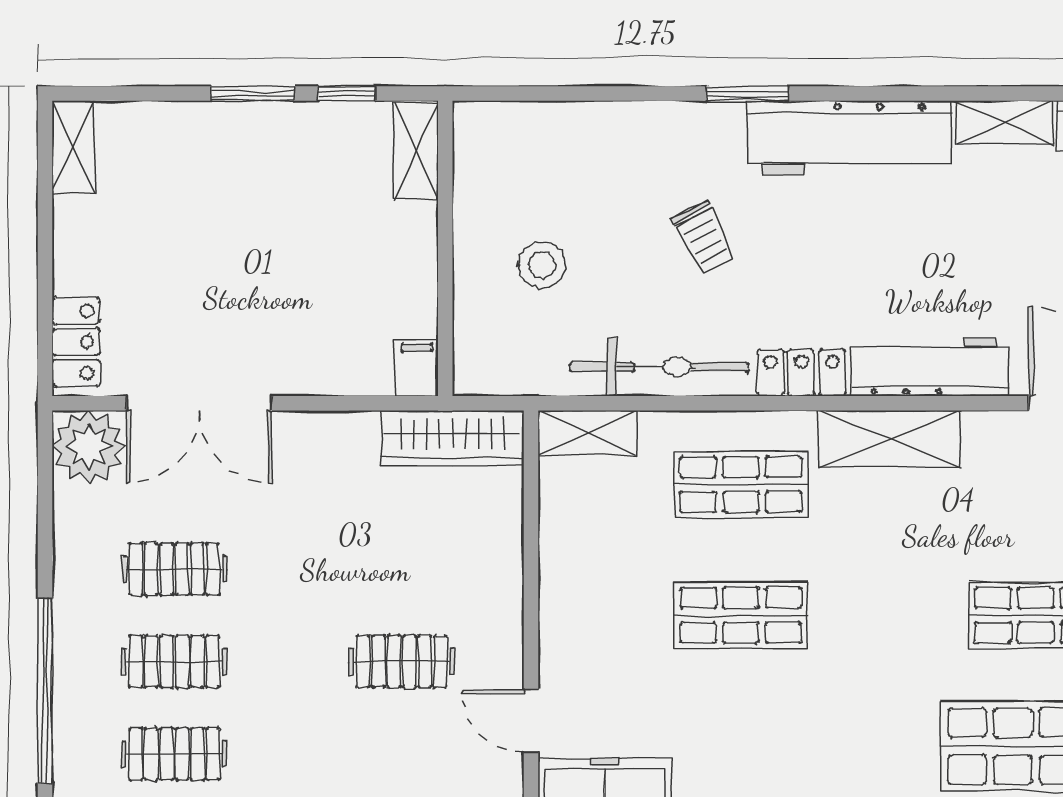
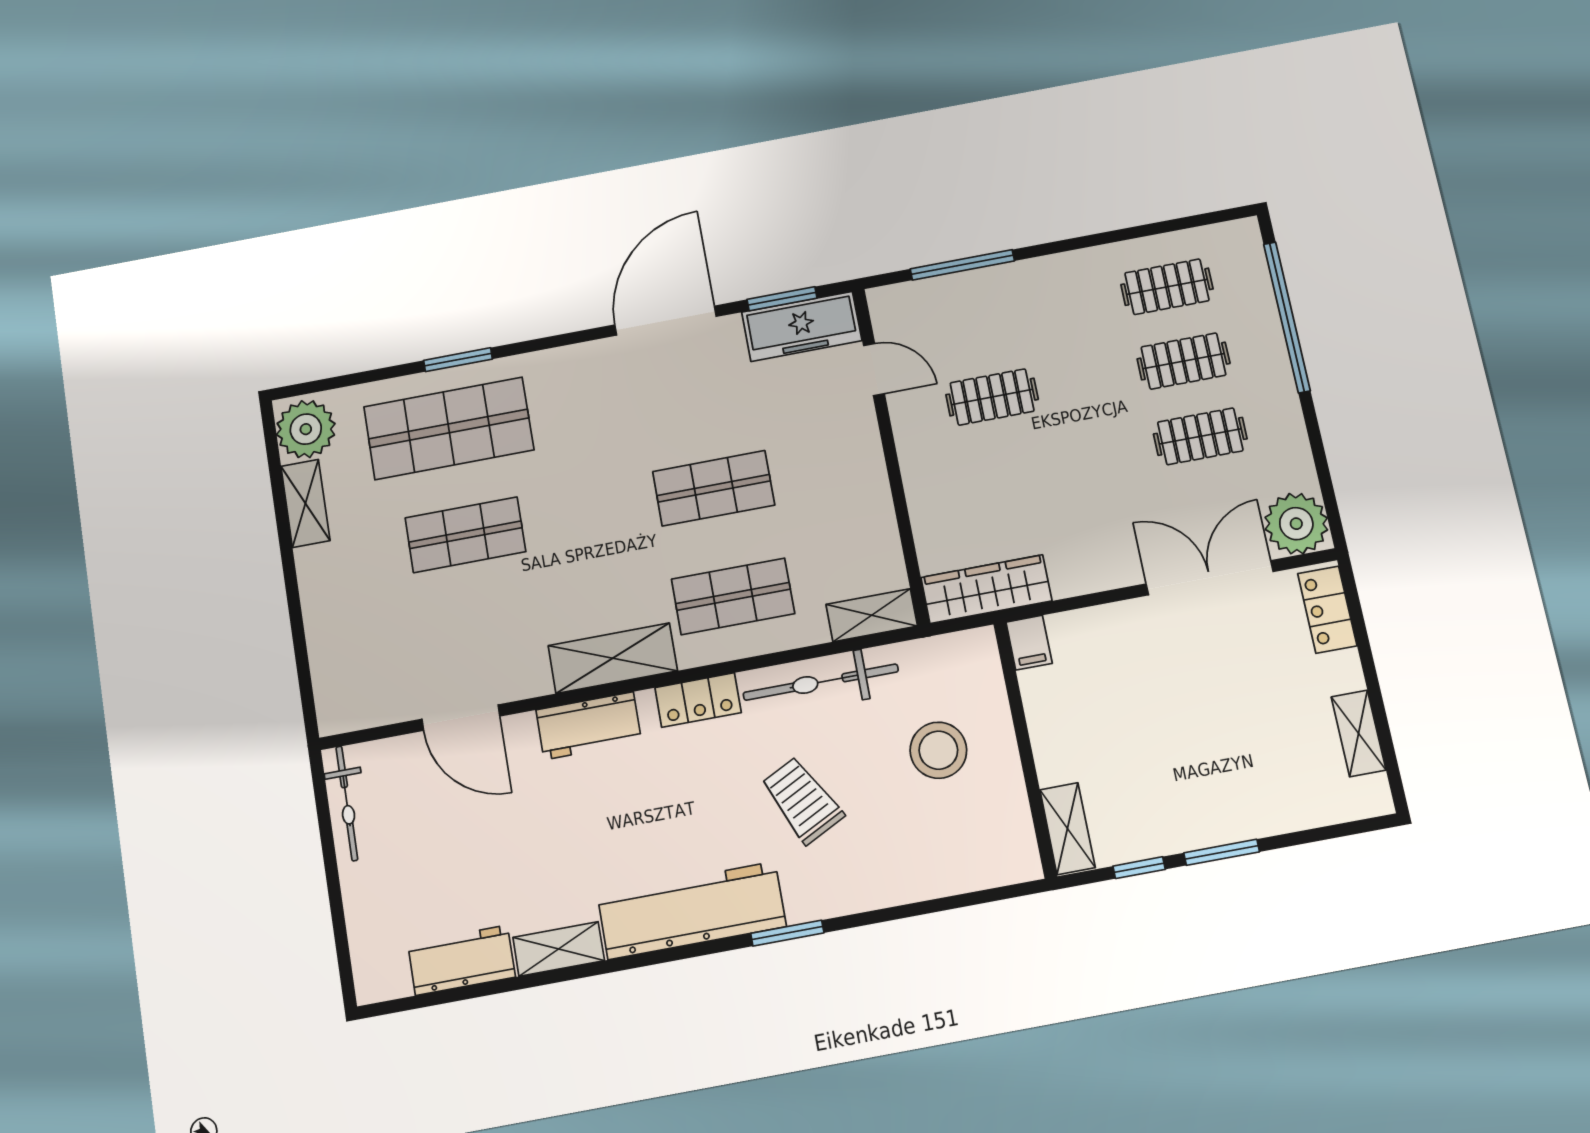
shelving: (73, 147) -> (1359, 733), moved
trolley: (704, 238) -> (802, 800), width x1.36, depth x1.39
stool: (542, 265) -> (938, 750), width x1.38, depth x1.38
workbench: (930, 367) -> (589, 726), width x0.73

